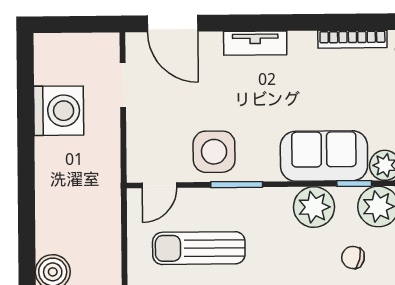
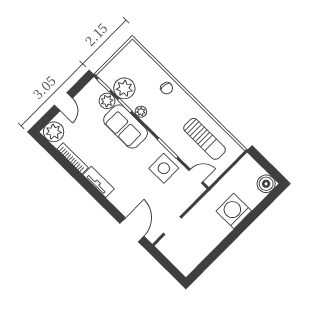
tv unit: (255, 43) -> (99, 182), moved
washing machine: (59, 111) -> (234, 211), moved
plant: (314, 207) -> (141, 112), width x0.53, depth x0.53
chair: (353, 257) -> (167, 88), moved

